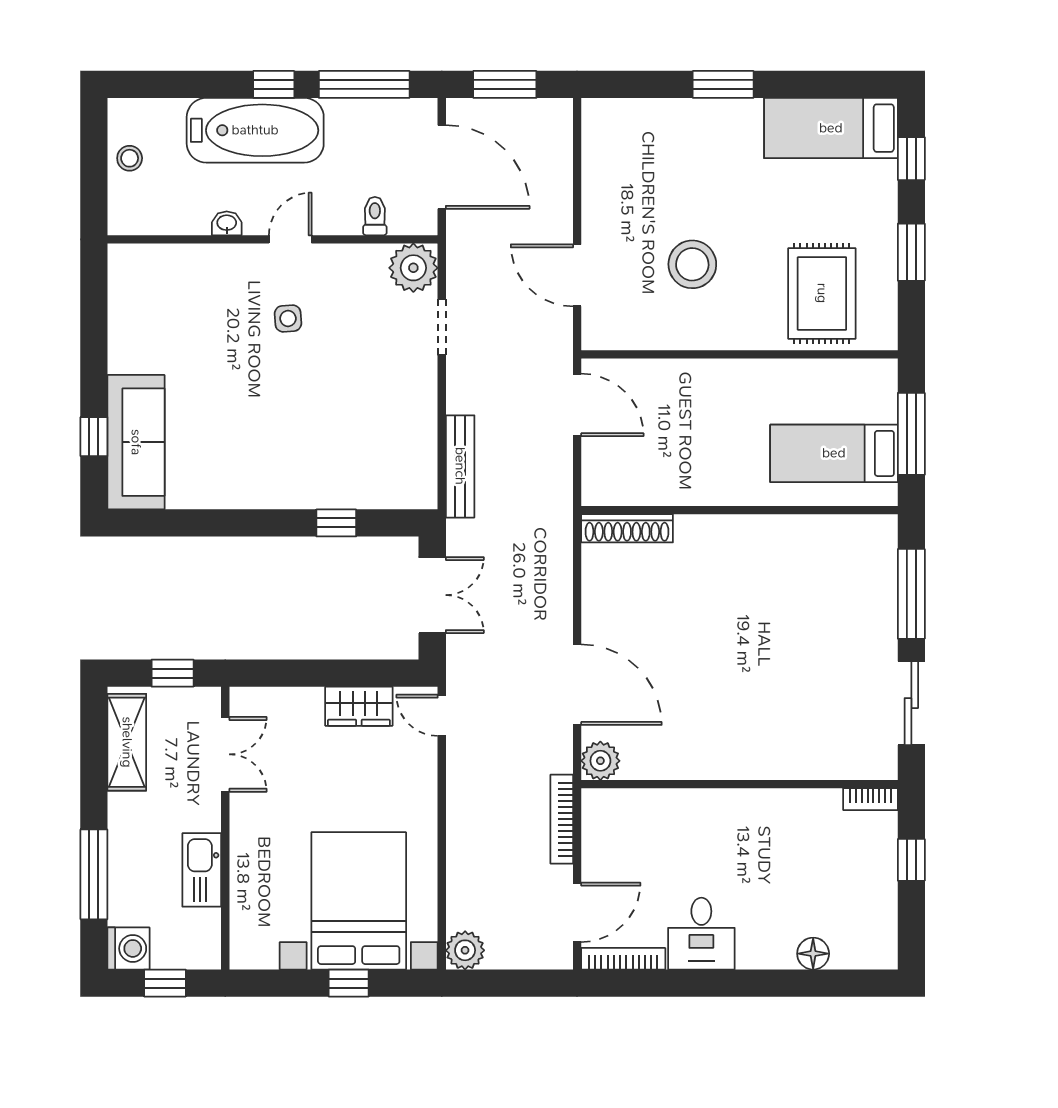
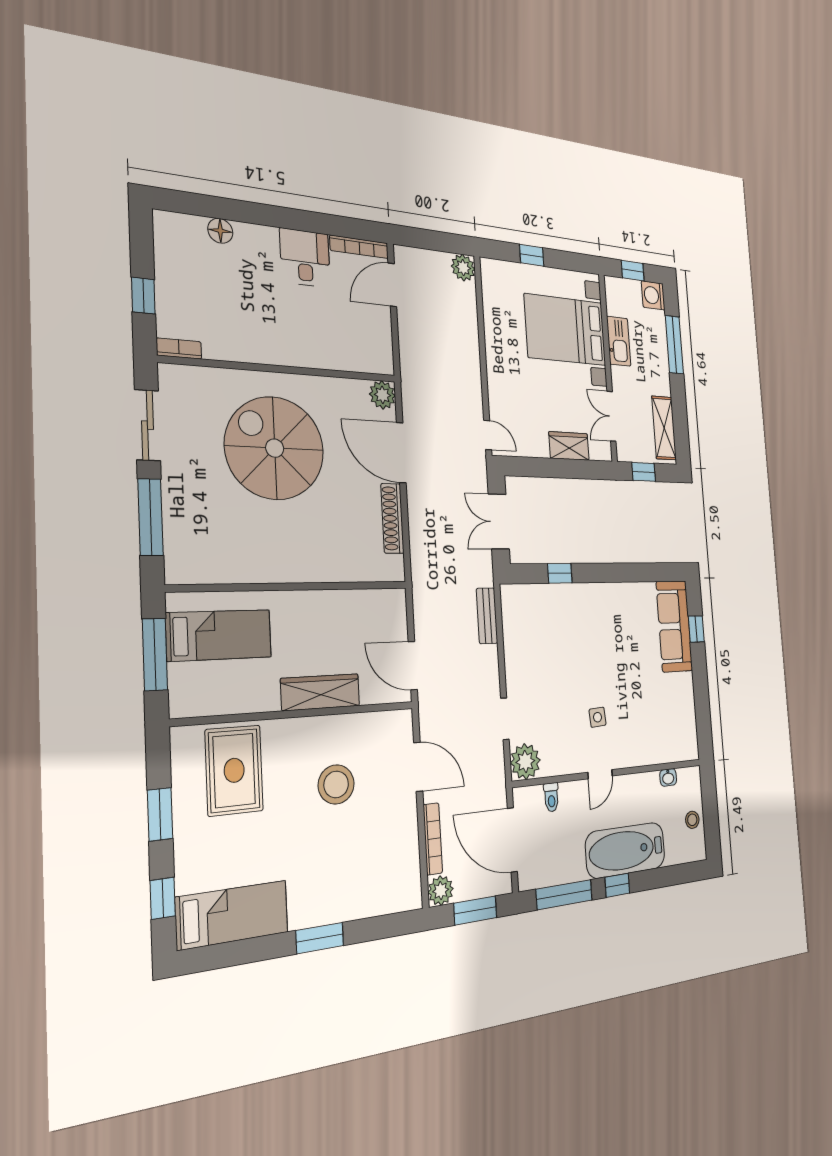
plant: (554, 117) -> (441, 891), added
washbasin: (227, 223) -> (668, 777), moved
wardrobe: (708, 378) -> (320, 692), added
bench: (460, 466) -> (487, 616), width x0.73
shoe rack: (627, 528) -> (392, 518), moved, turned -90
spiral stairs: (754, 683) -> (275, 448), added
wardrobe: (359, 706) -> (569, 446), moved
bookcase: (562, 819) -> (433, 839), moved
bed with nightstands: (359, 901) -> (565, 330), moved, turned 90

